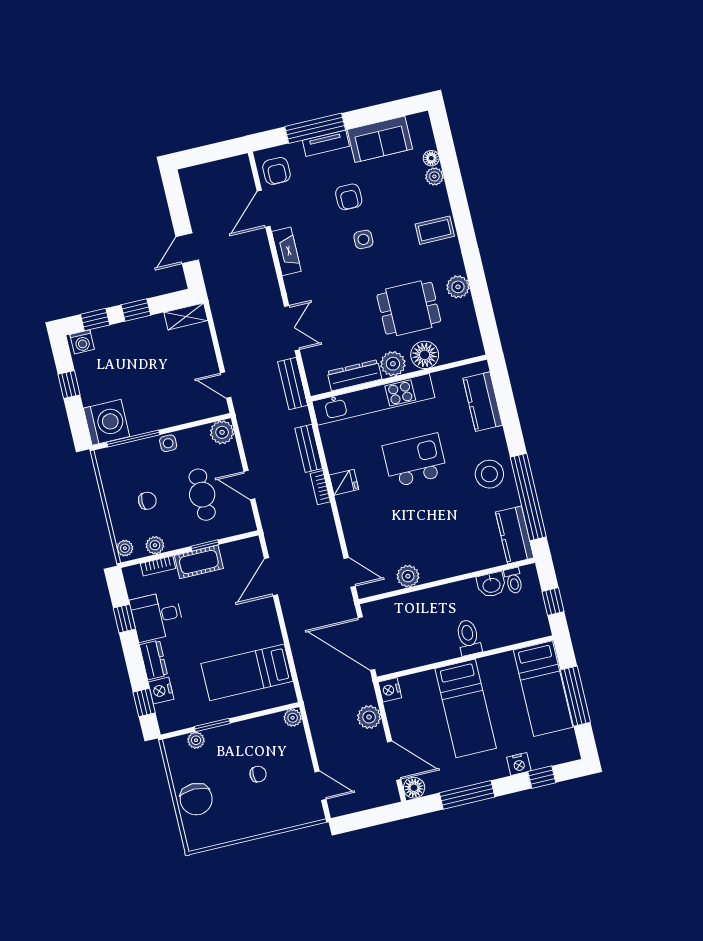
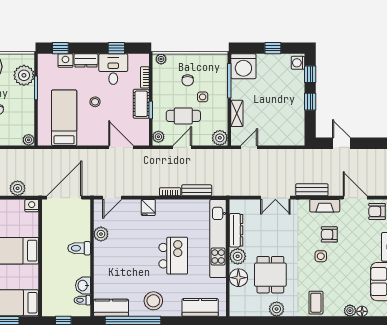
armchair: (349, 197) -> (329, 234), moved
shelving: (186, 316) -> (237, 113), moved
bench: (293, 383) -> (312, 190), moved
side table: (168, 443) -> (203, 97), moved
fridge: (344, 482) -> (148, 208), moved
plant: (155, 545) -> (158, 137), moved
stool: (212, 632) -> (95, 102), added
toilet: (468, 637) -> (79, 248), moved, turned 180
plant: (196, 740) -> (24, 75), width x1.87, depth x1.87

